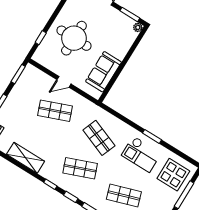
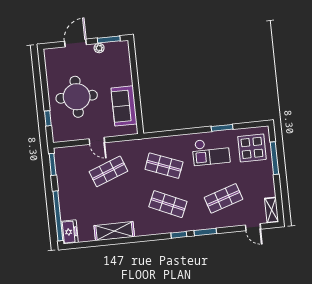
plant: (138, 27) -> (99, 48), moved
door: (64, 82) -> (97, 141), hinge flipped
window: (152, 136) -> (222, 128), moved
shop shelf: (80, 168) -> (168, 204), turned 45
window: (50, 184) -> (153, 237), removed

